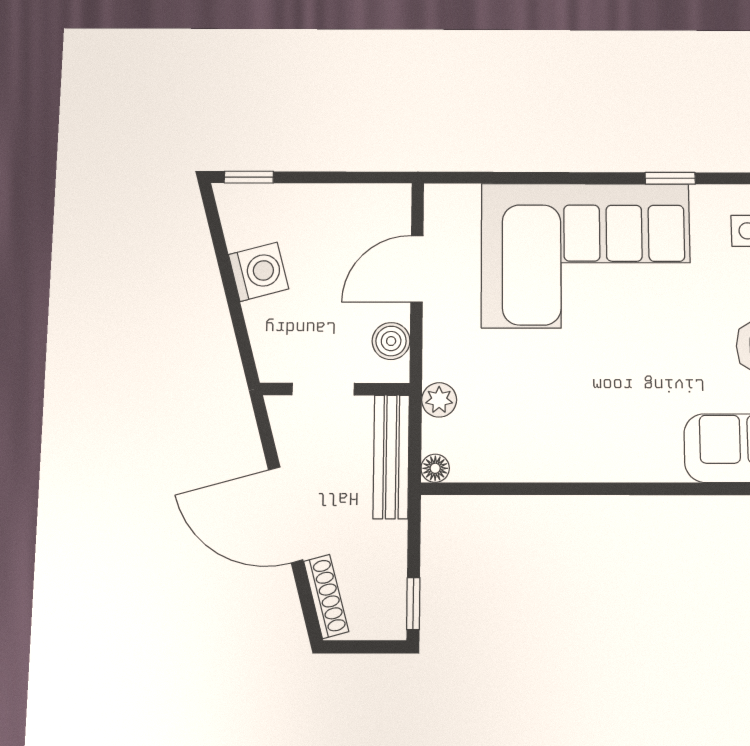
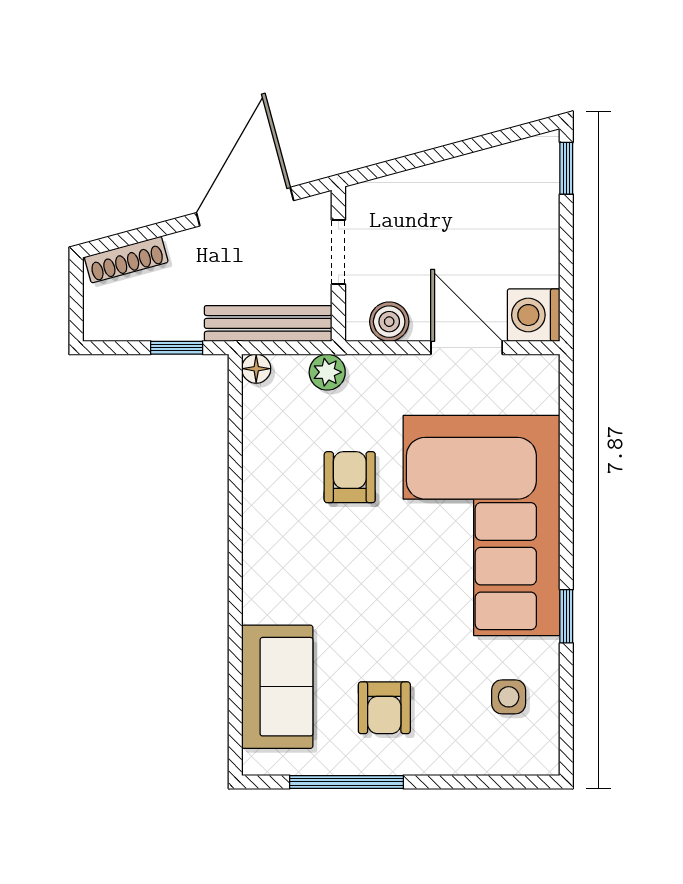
washing machine: (259, 272) -> (534, 315), moved, turned 105
armchair: (540, 379) -> (350, 477), added
door: (286, 515) -> (245, 207), moved
window: (413, 603) -> (177, 348), moved

